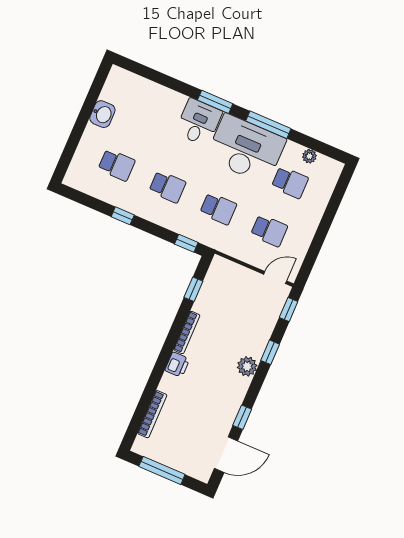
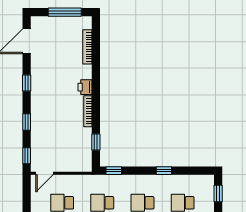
window: (66, 157) -> (218, 193), added
plant: (247, 366) -> (38, 106), removed
window: (242, 417) -> (27, 83), moved

